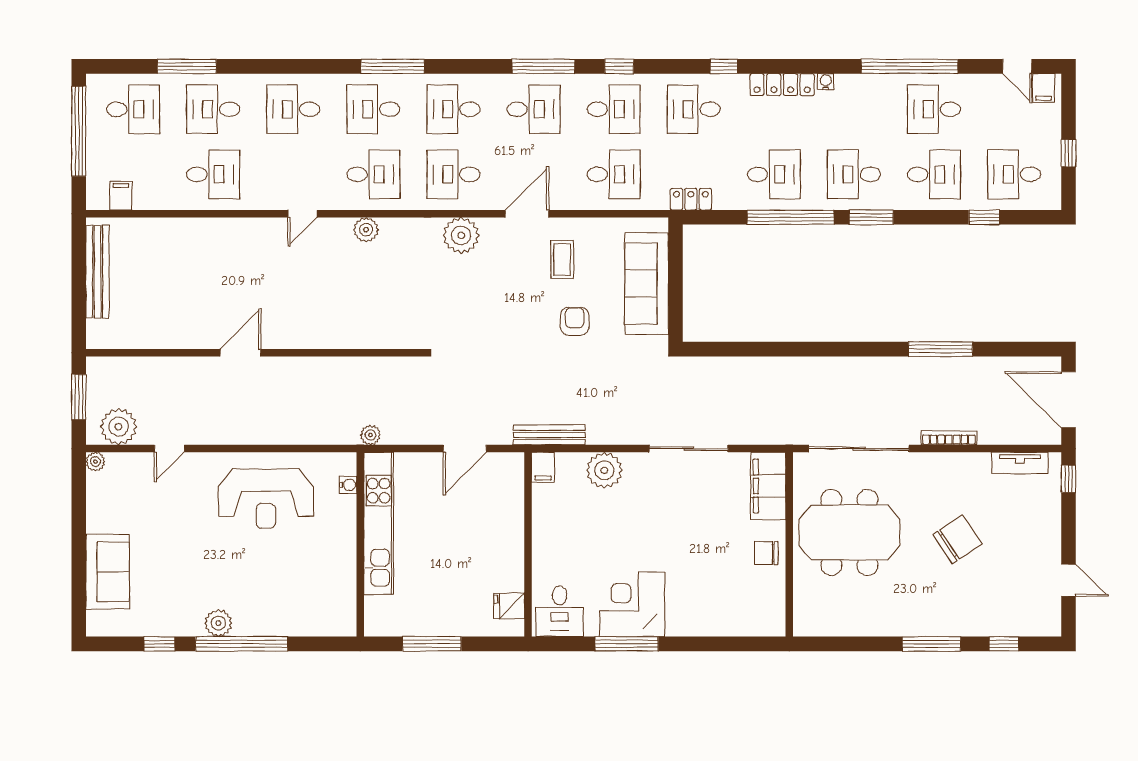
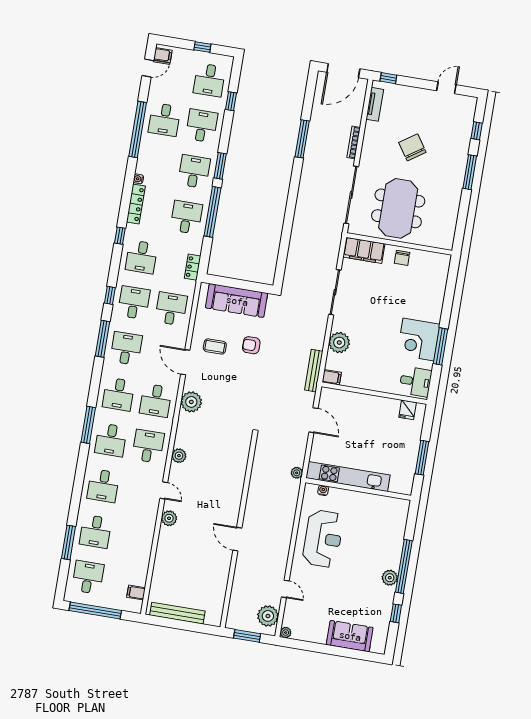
desk: (213, 174) -> (133, 538), removed
desk: (854, 174) -> (194, 172), turned 180
plant: (257, 231) -> (169, 518), added

